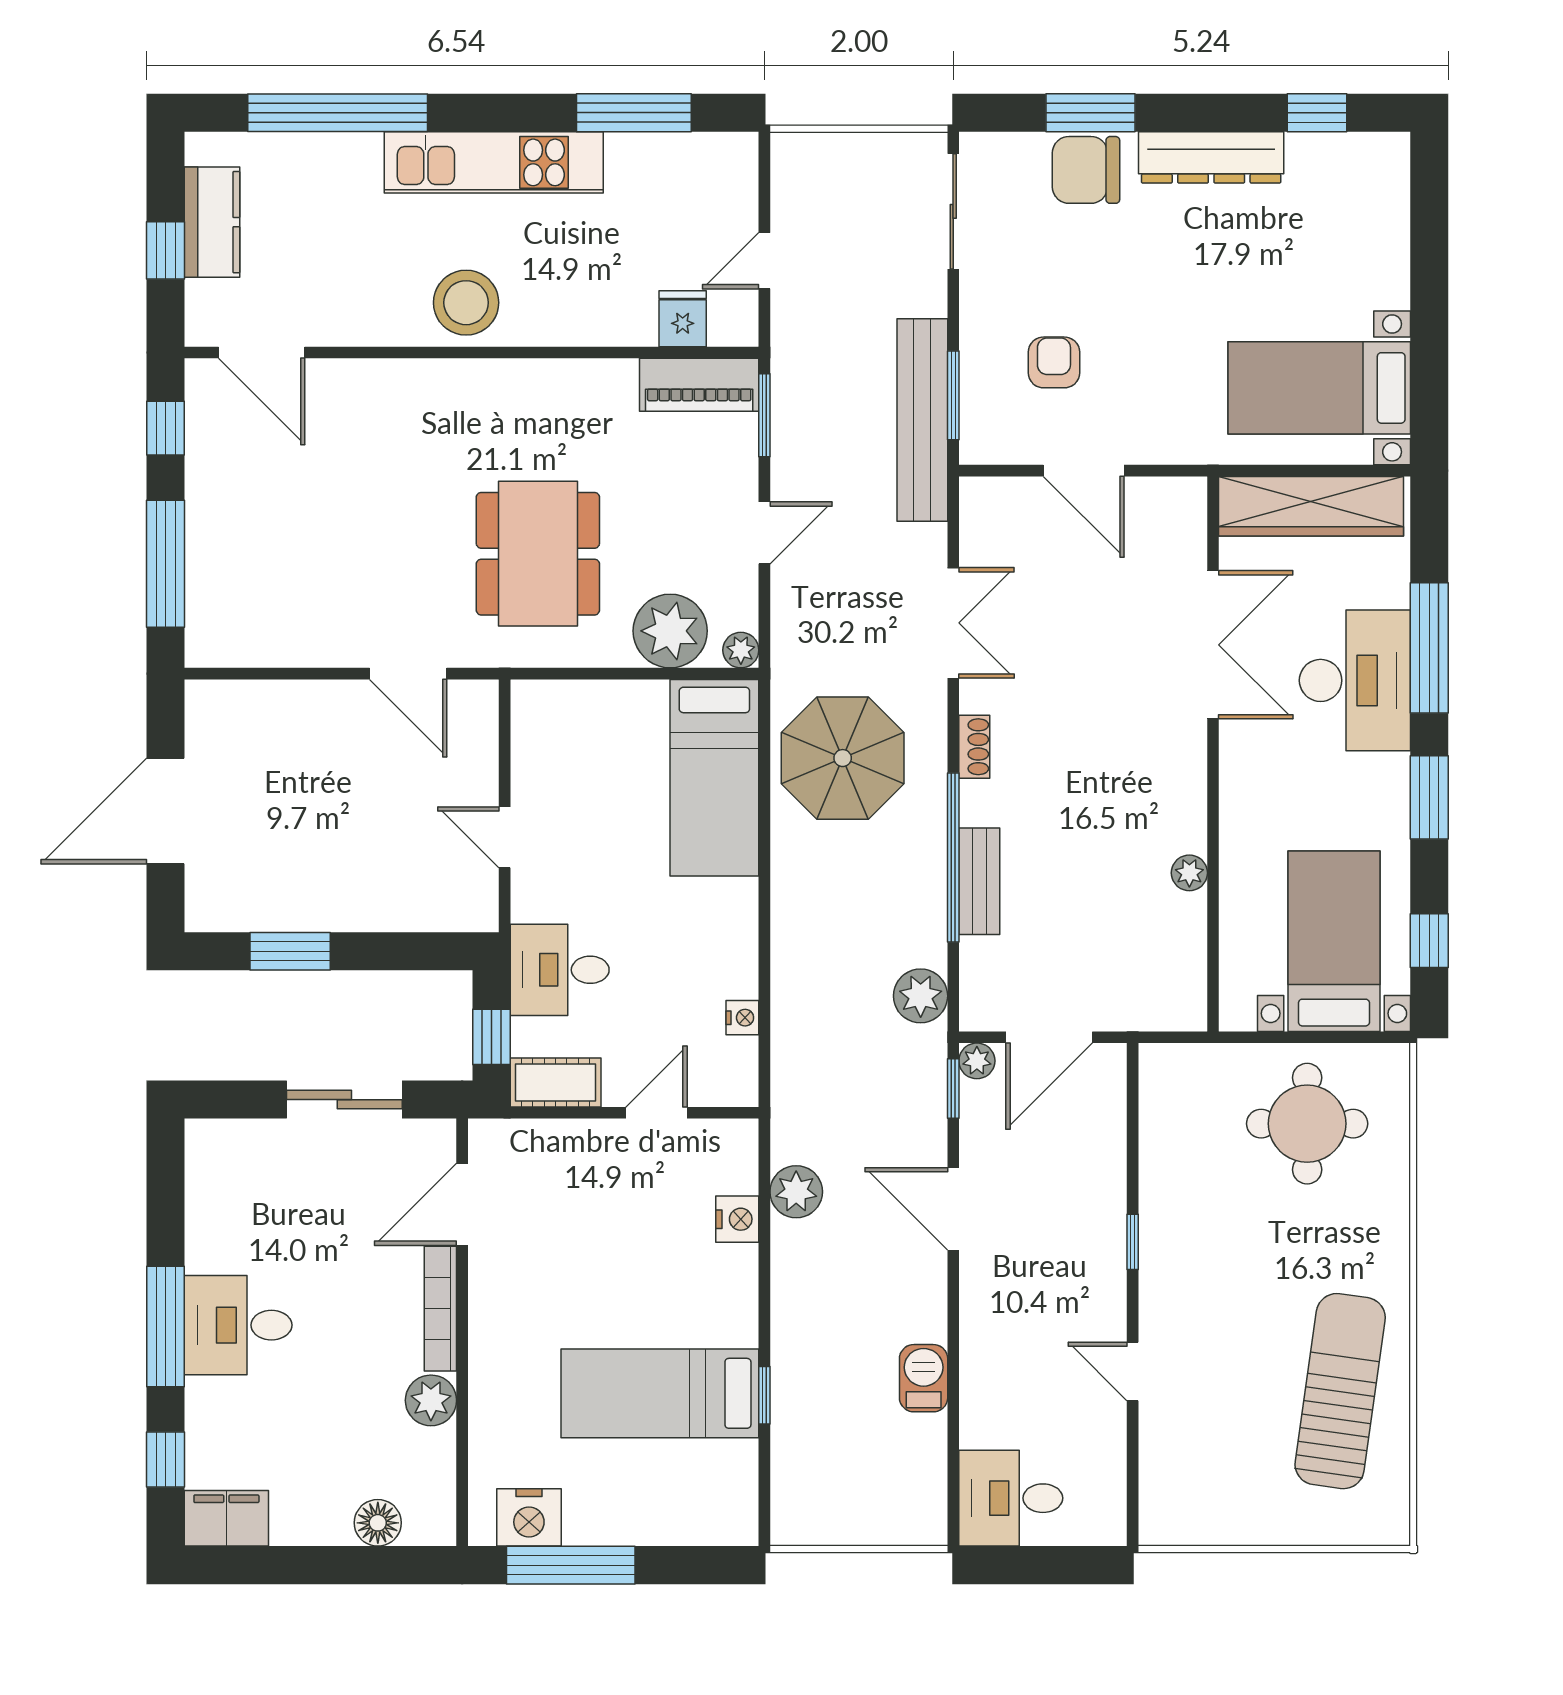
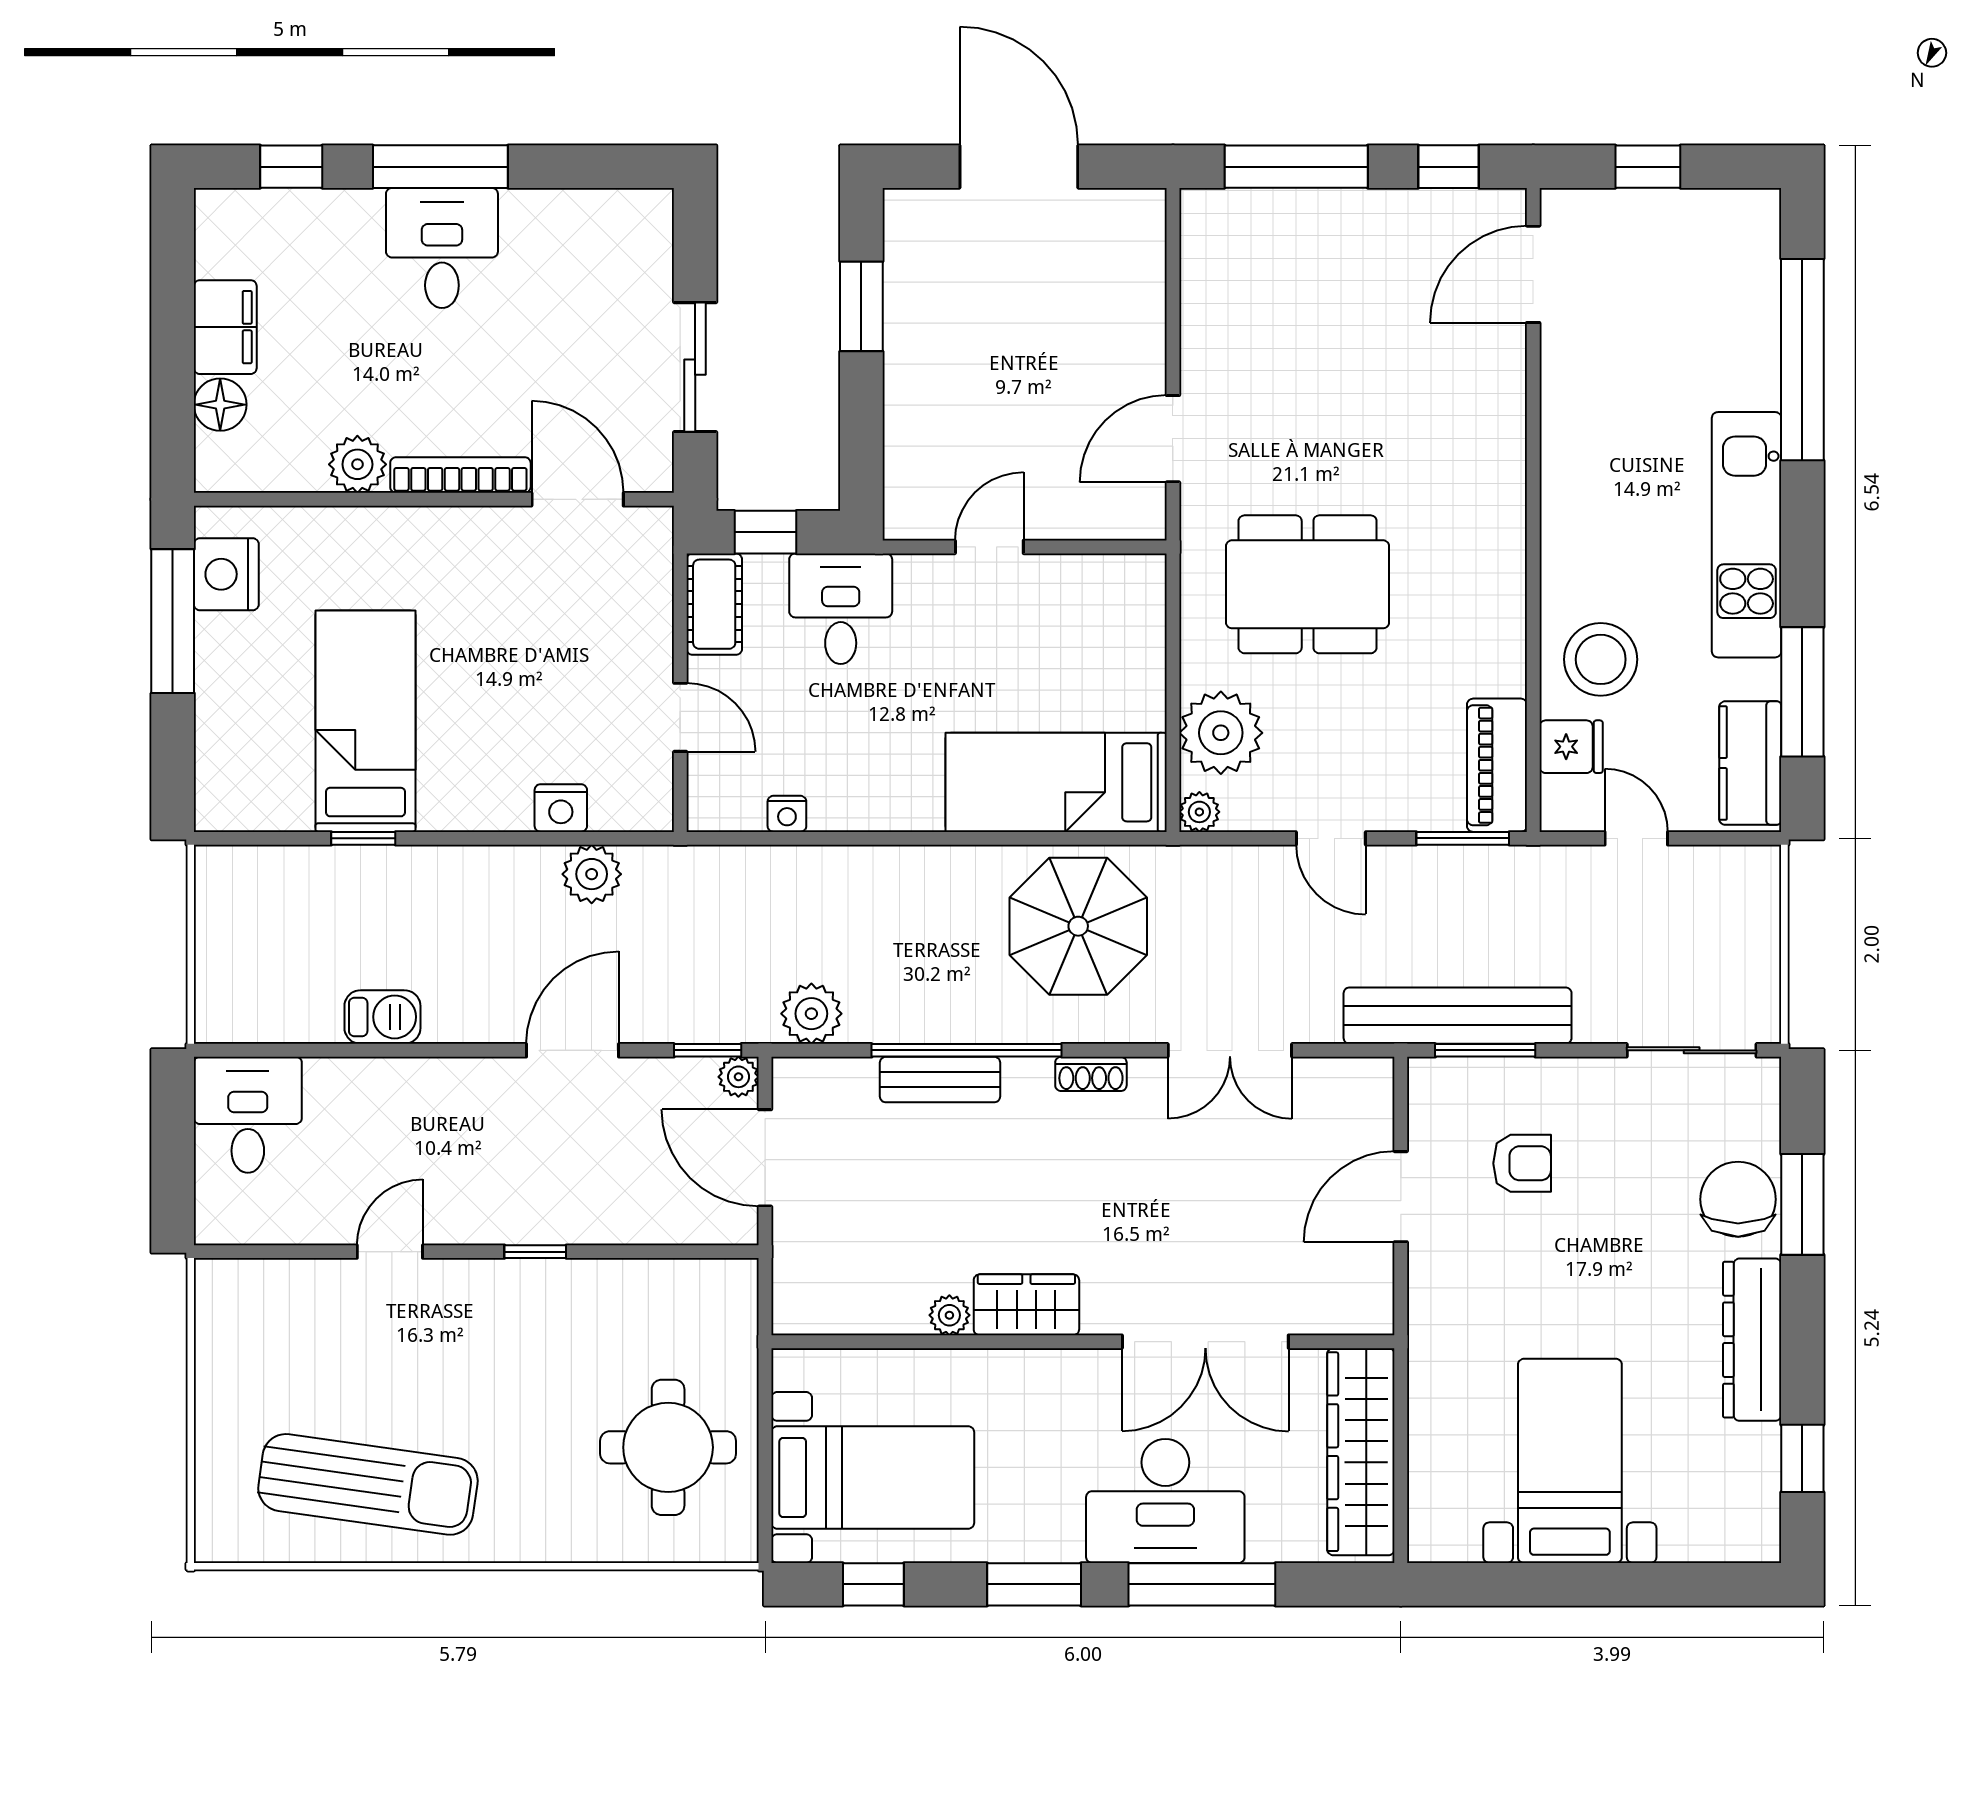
kitchen counter: (212, 222) -> (1750, 763), moved, turned 90
stool: (466, 303) -> (1601, 659), moved
bed with nightstands: (1319, 388) -> (1570, 1461), moved
wardrobe: (1180, 804) -> (1026, 1305), added
filing cabinet: (226, 1518) -> (225, 327), moved

